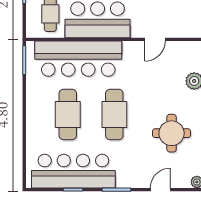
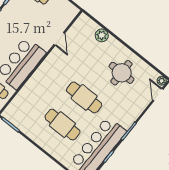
bar counter: (78, 59) -> (35, 93), removed
door: (160, 190) -> (158, 95), moved

